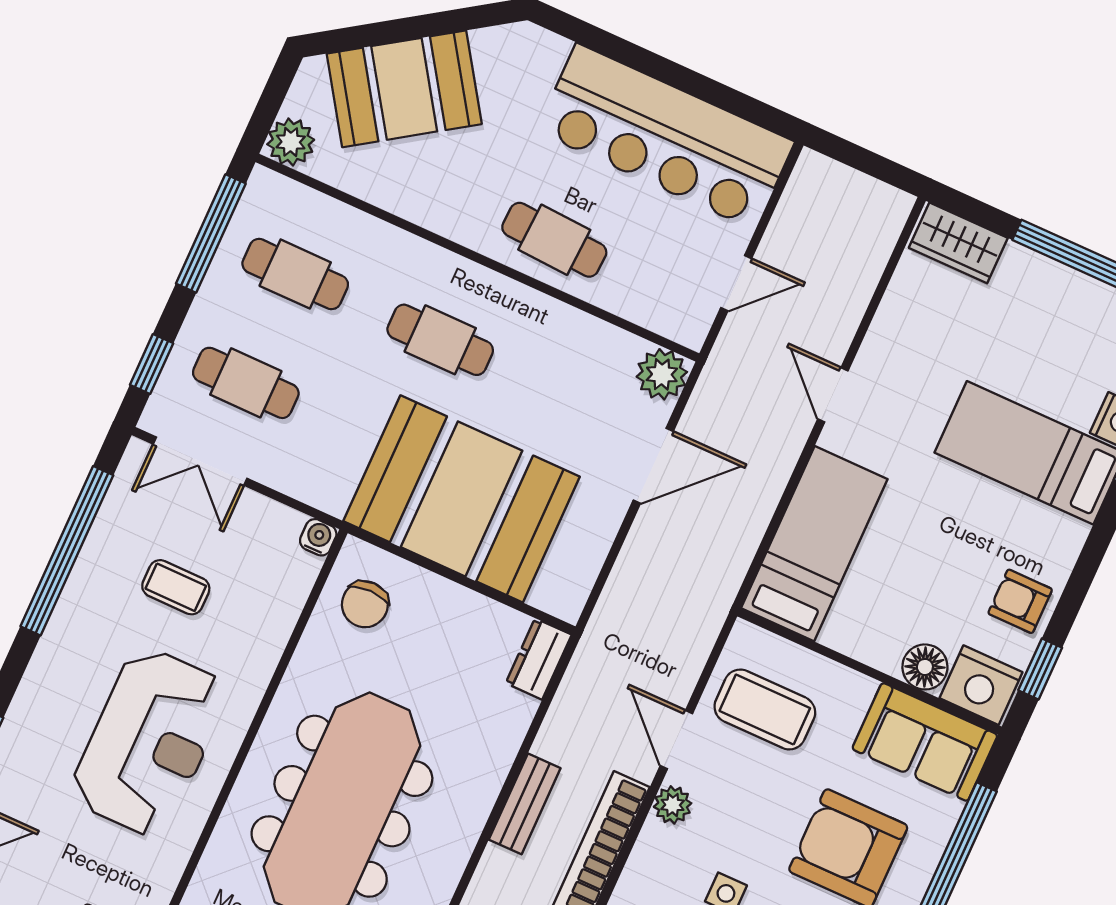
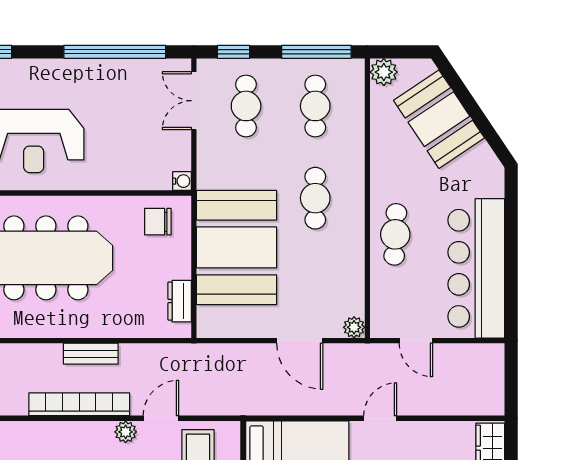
plant: (662, 374) -> (354, 327), width x0.73, depth x0.73
coffee table: (176, 587) -> (122, 118), removed
dresser: (539, 659) -> (180, 301), moved, turned -90

